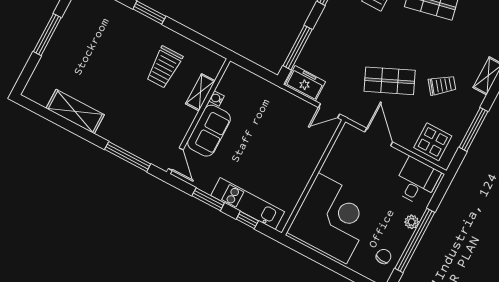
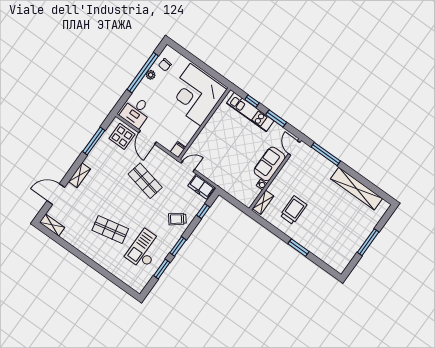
window: (298, 48) -> (203, 211), width x0.46
shop shelf: (390, 81) -> (145, 181), turned 36
trolley: (442, 85) -> (177, 219), moved
shelving: (200, 92) -> (263, 202), moved
shelving: (75, 112) -> (357, 189), width x1.47
filing cabinet: (347, 134) -> (178, 150), added
door: (379, 137) -> (148, 137), moved
plant: (412, 222) -> (151, 75), moved

